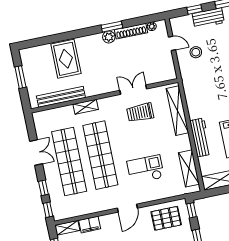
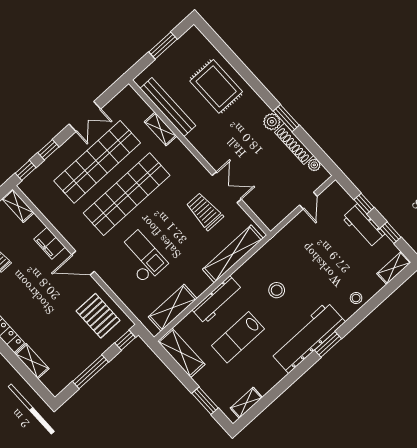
stool: (196, 52) -> (277, 290), moved
rug: (66, 59) -> (216, 86), turned 90
shelving: (86, 107) -> (161, 129), moved
filing cabinet: (90, 225) -> (49, 243), moved

